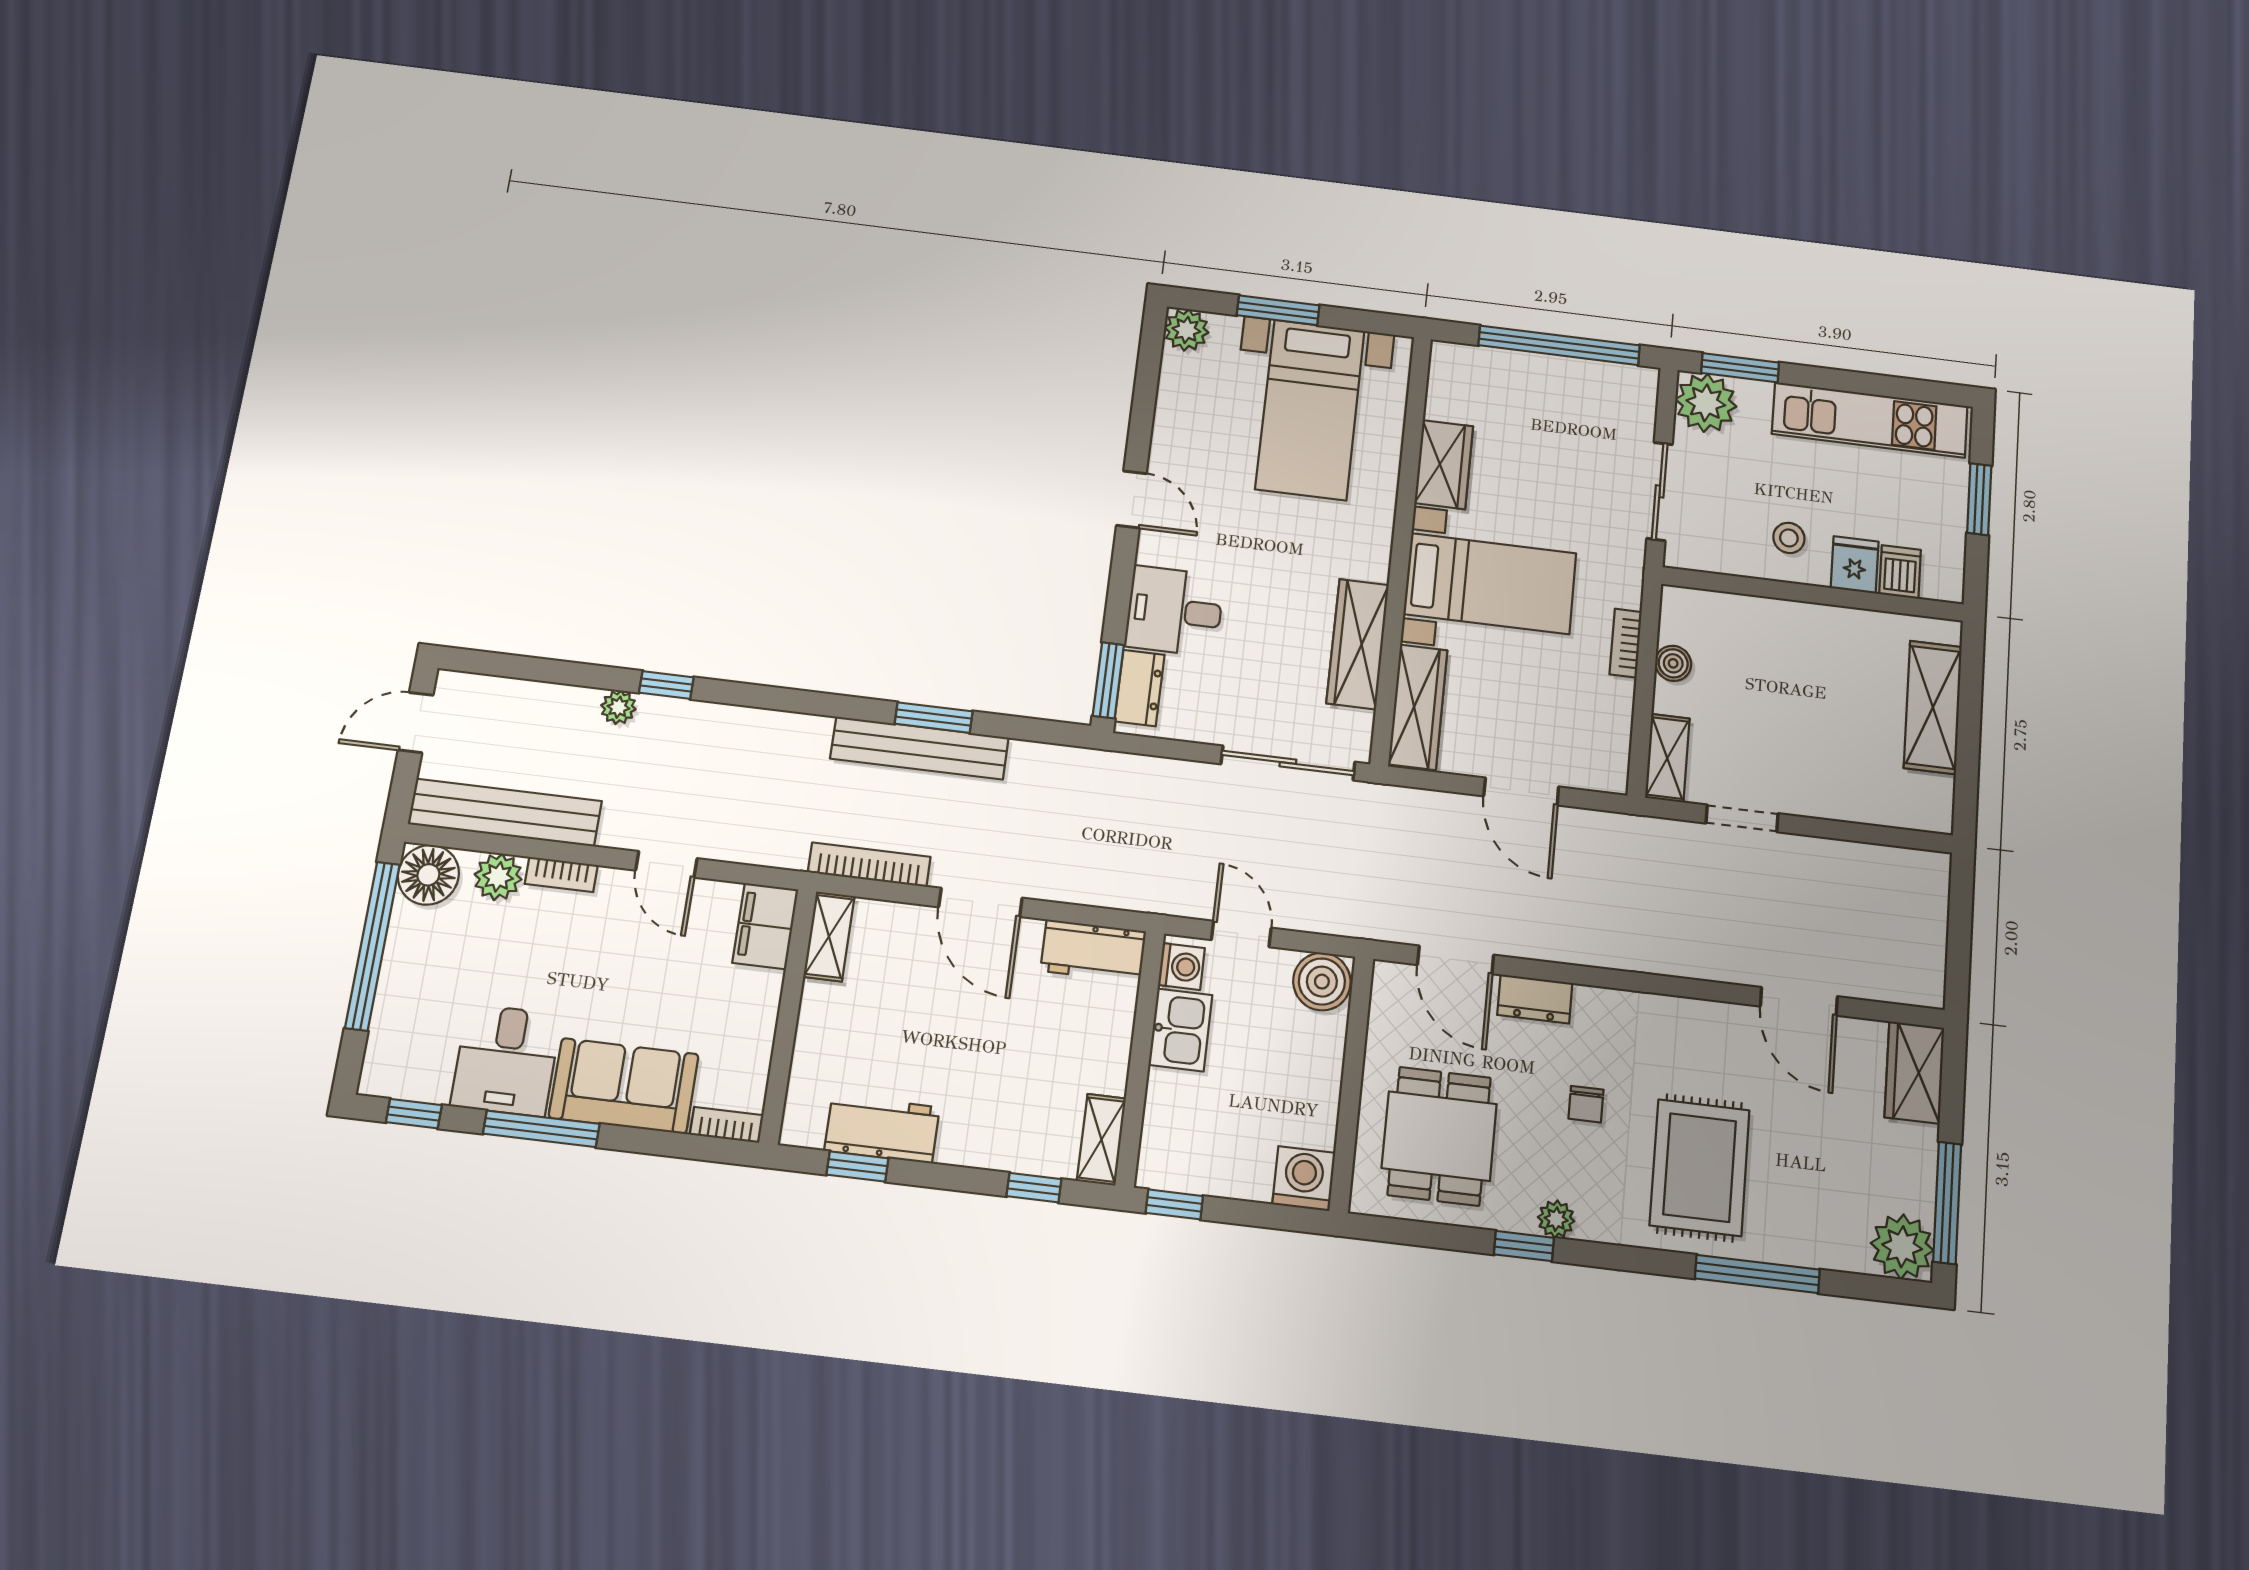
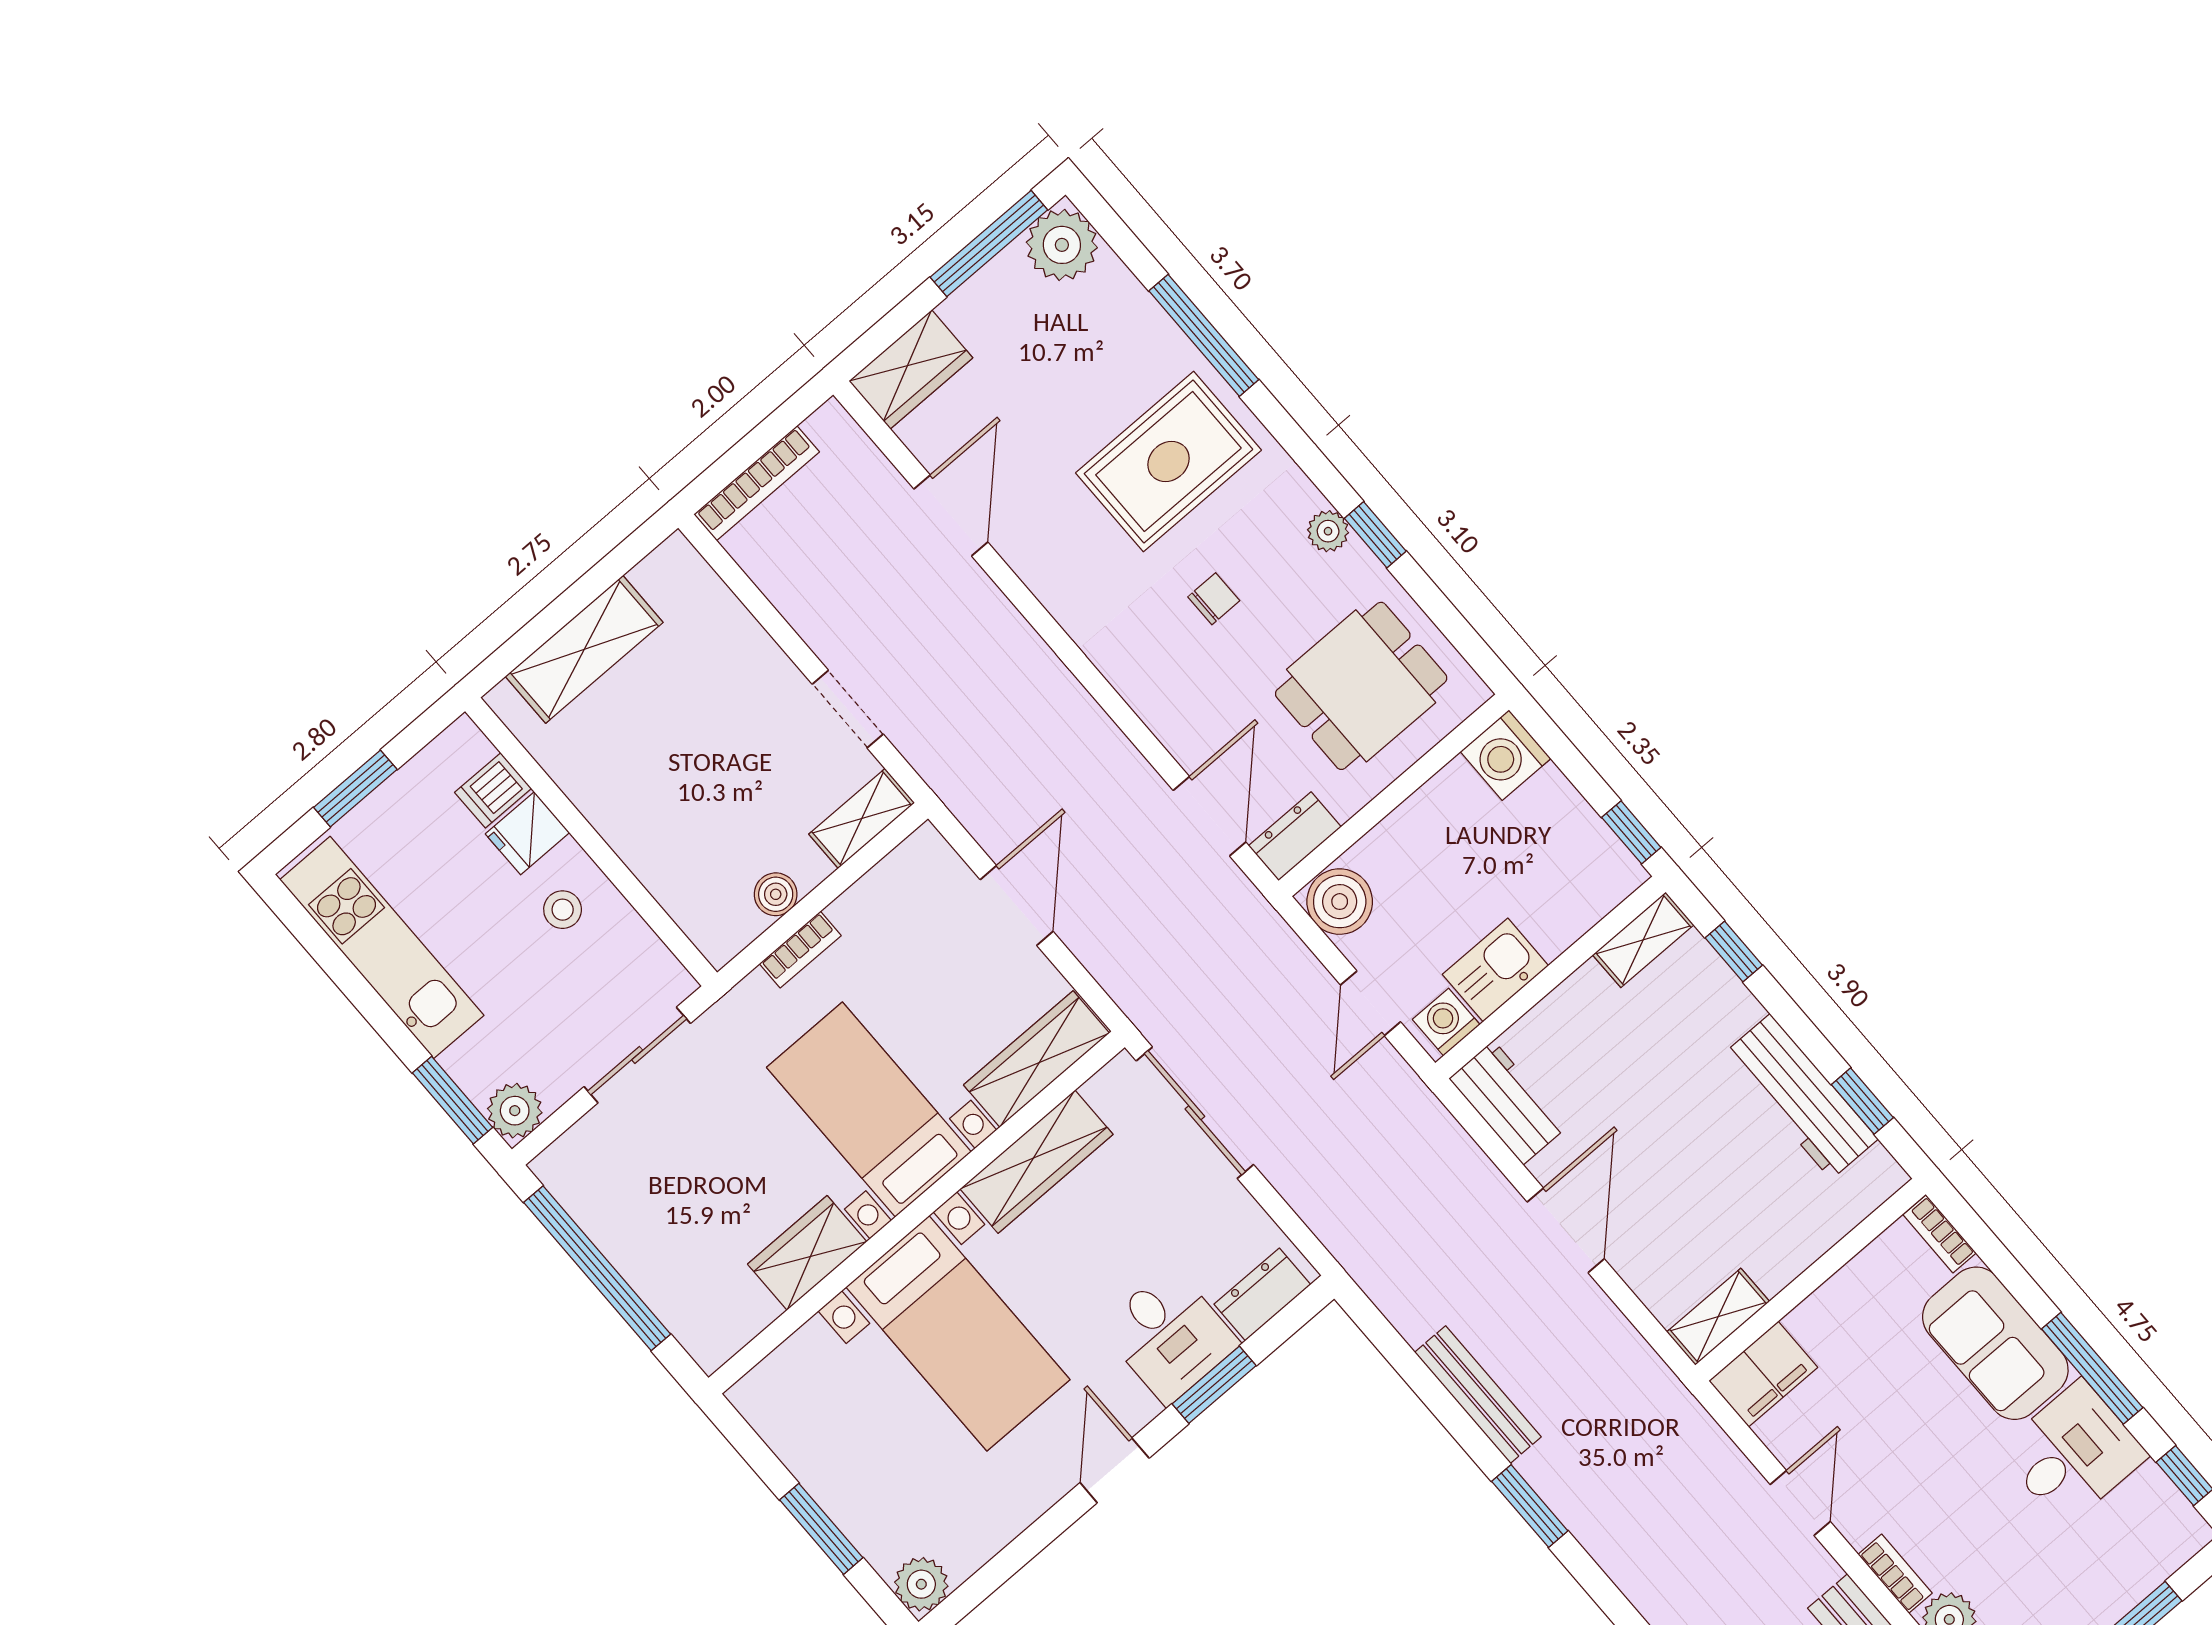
plant: (1706, 403) -> (515, 1111), width x0.73, depth x0.73
bed with nightstands: (1310, 410) -> (958, 1333), moved, turned 90
window: (1108, 680) -> (1214, 1385), moved
window: (934, 718) -> (1530, 1506), moved
bench: (919, 748) -> (1478, 1395), width x0.73, depth x0.82
bookcase: (869, 865) -> (757, 483), moved, turned -90
dresser: (1535, 999) -> (1295, 836), moved, turned -90
workbench: (882, 1129) -> (1801, 1097), width x1.38

